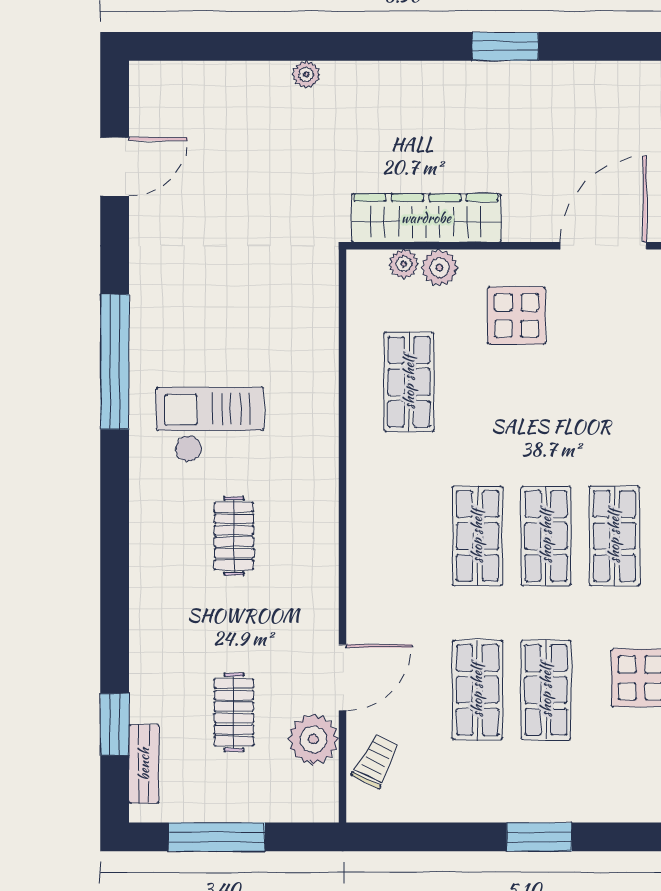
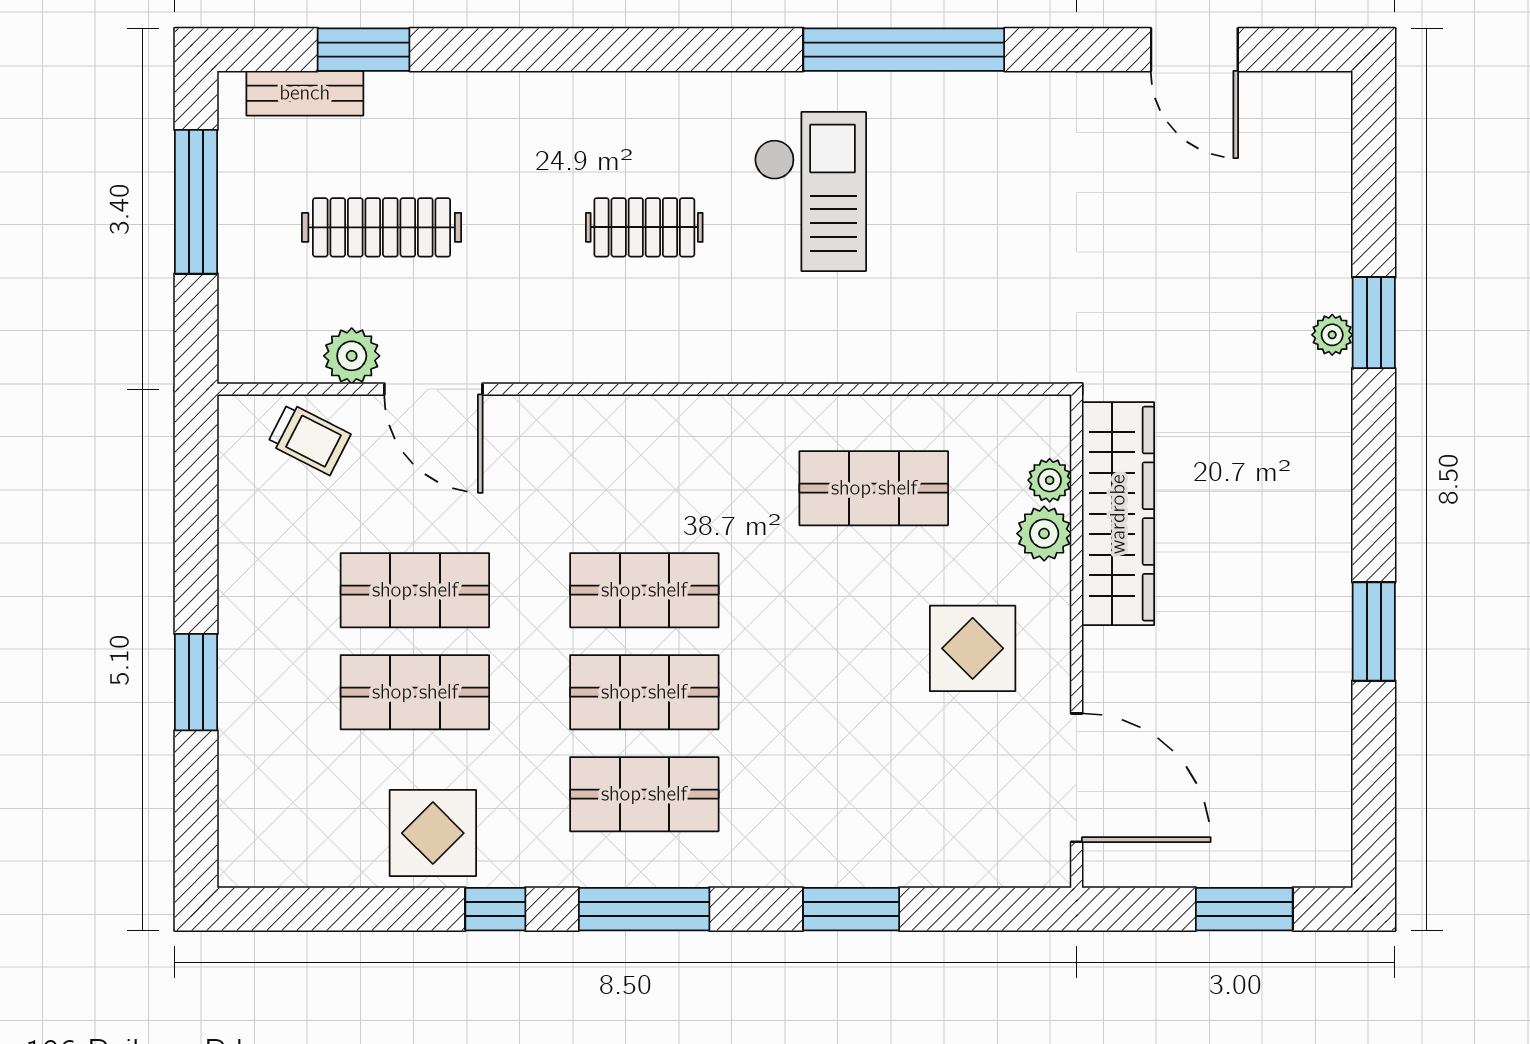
window: (298, 46) -> (1374, 323), added
clothes rail: (234, 712) -> (382, 227), width x1.36
plant: (313, 739) -> (352, 356), width x0.73, depth x0.73

